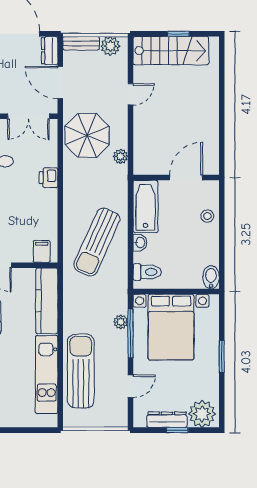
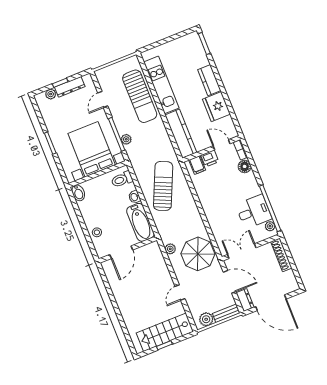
printer: (49, 178) -> (210, 158), moved, turned 90
plant: (202, 414) -> (51, 94), width x0.53, depth x0.53

